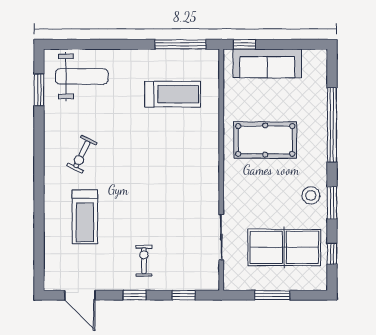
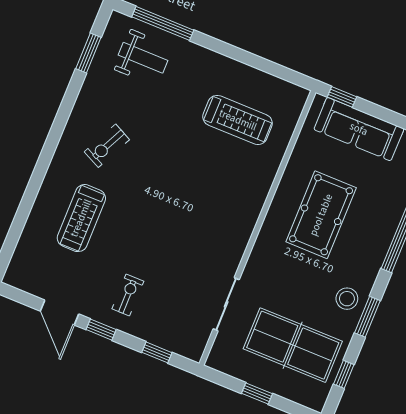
window: (181, 44) -> (163, 23), moved
weight bench: (82, 76) -> (143, 58), width x0.73, depth x0.75
pool table: (265, 140) -> (321, 215), turned 90
door: (80, 295) -> (60, 313), moved
window: (272, 295) -> (257, 394), width x0.67

